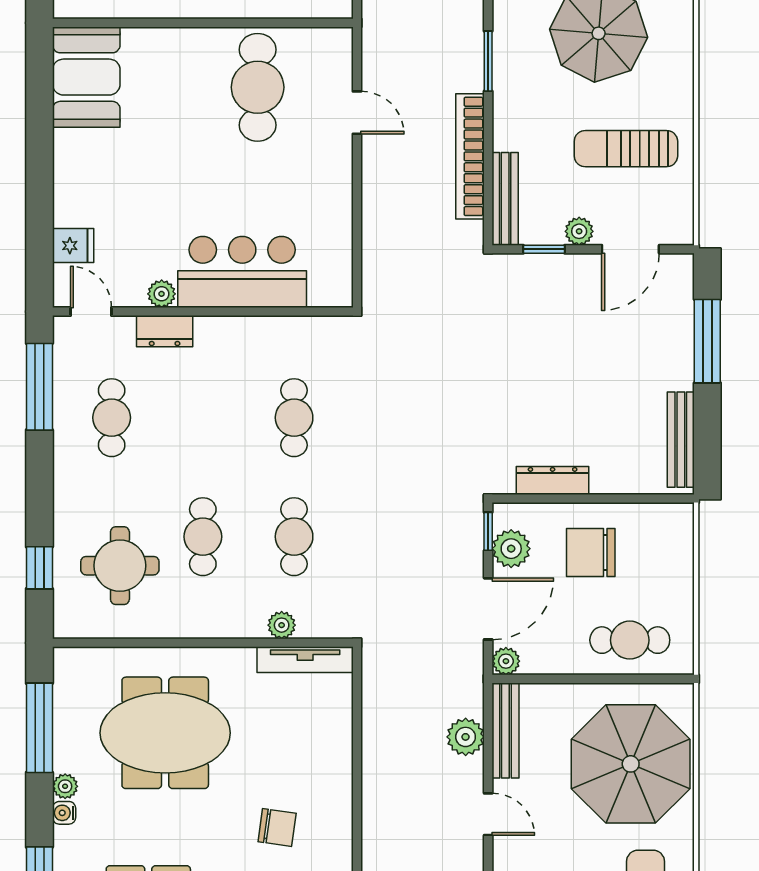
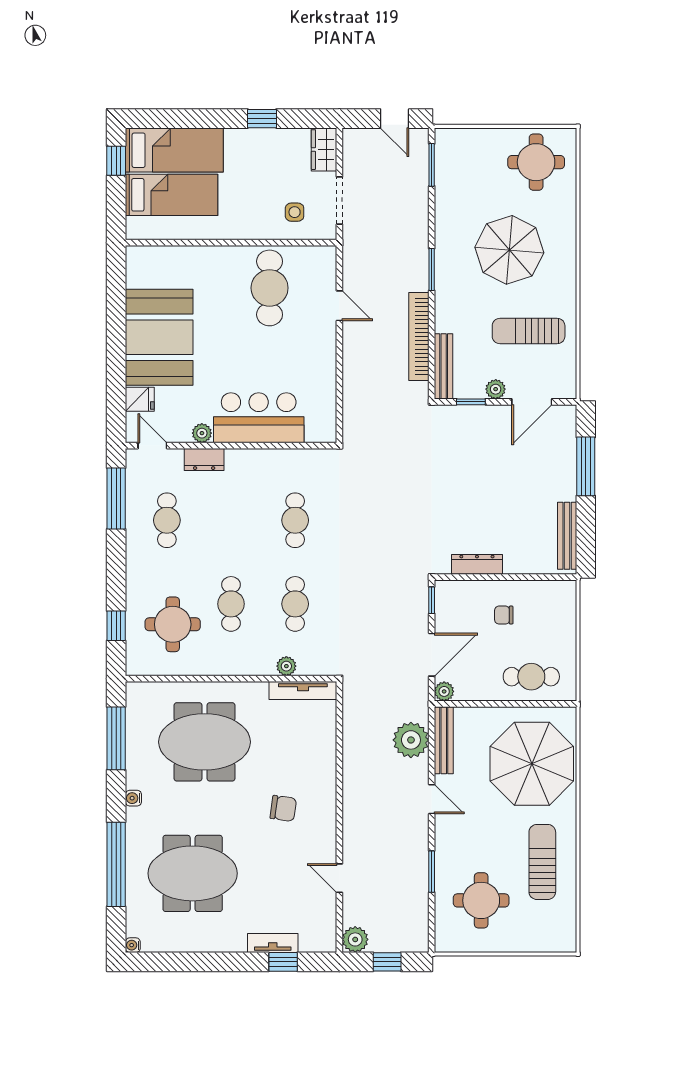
booth: (86, 77) -> (159, 337), moved, width x1.36, depth x1.42
plant: (511, 549) -> (448, 612), removed
chair: (591, 552) -> (504, 615), width x0.54, depth x0.54
plant: (466, 737) -> (411, 740), width x1.36, depth x1.36
plant: (65, 786) -> (134, 779), removed

